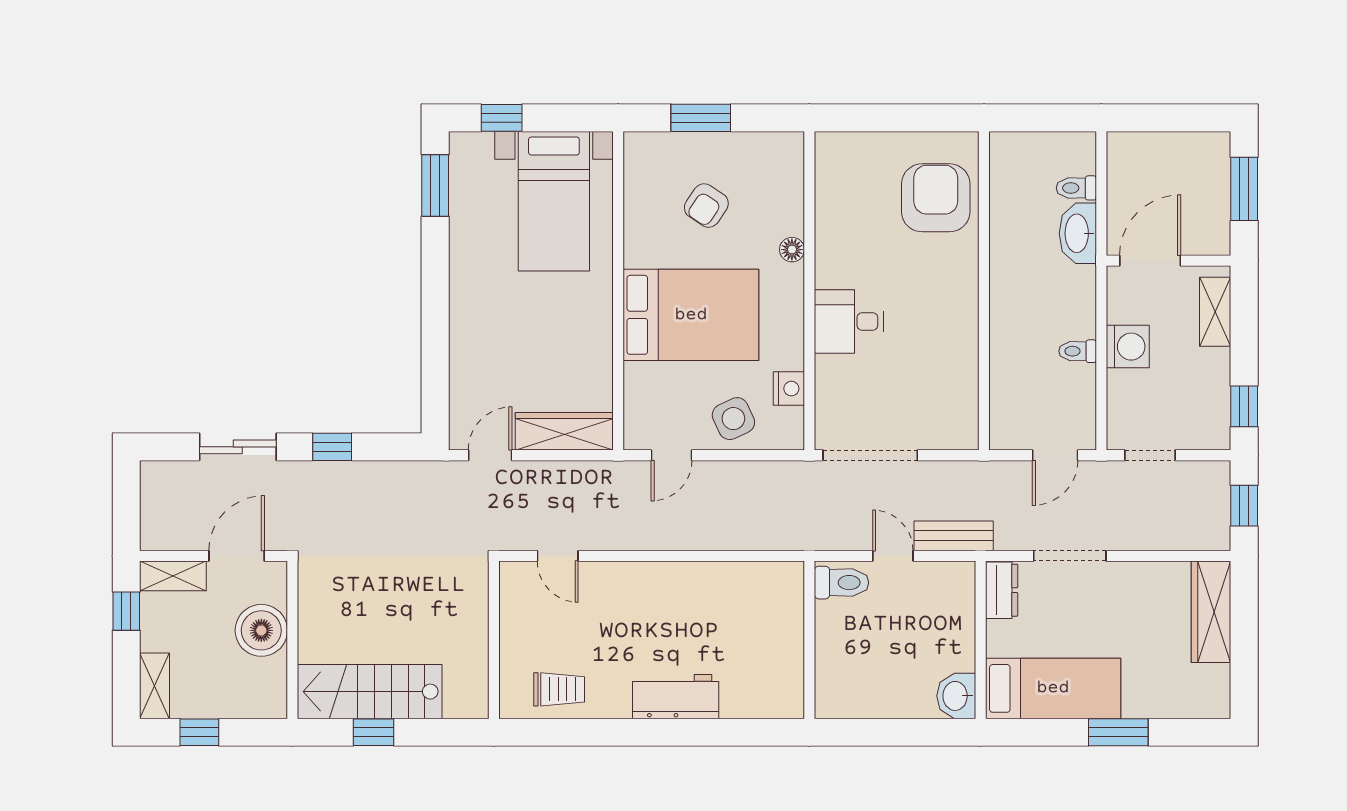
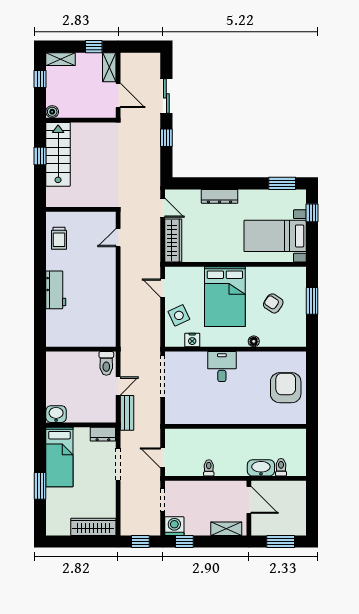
armchair: (936, 198) -> (286, 388), moved, turned -90
dresser: (464, 327) -> (220, 196), added
washing machine: (1128, 347) -> (174, 526), moved, turned 180
boiler: (261, 630) -> (52, 112), moved, width x0.54, depth x0.54

